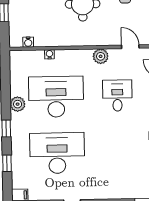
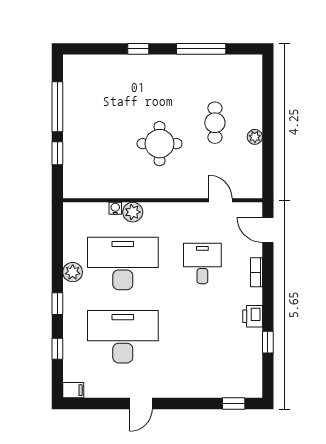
water cooler: (28, 42) -> (88, 192), removed
plant: (101, 56) -> (133, 212), moved

